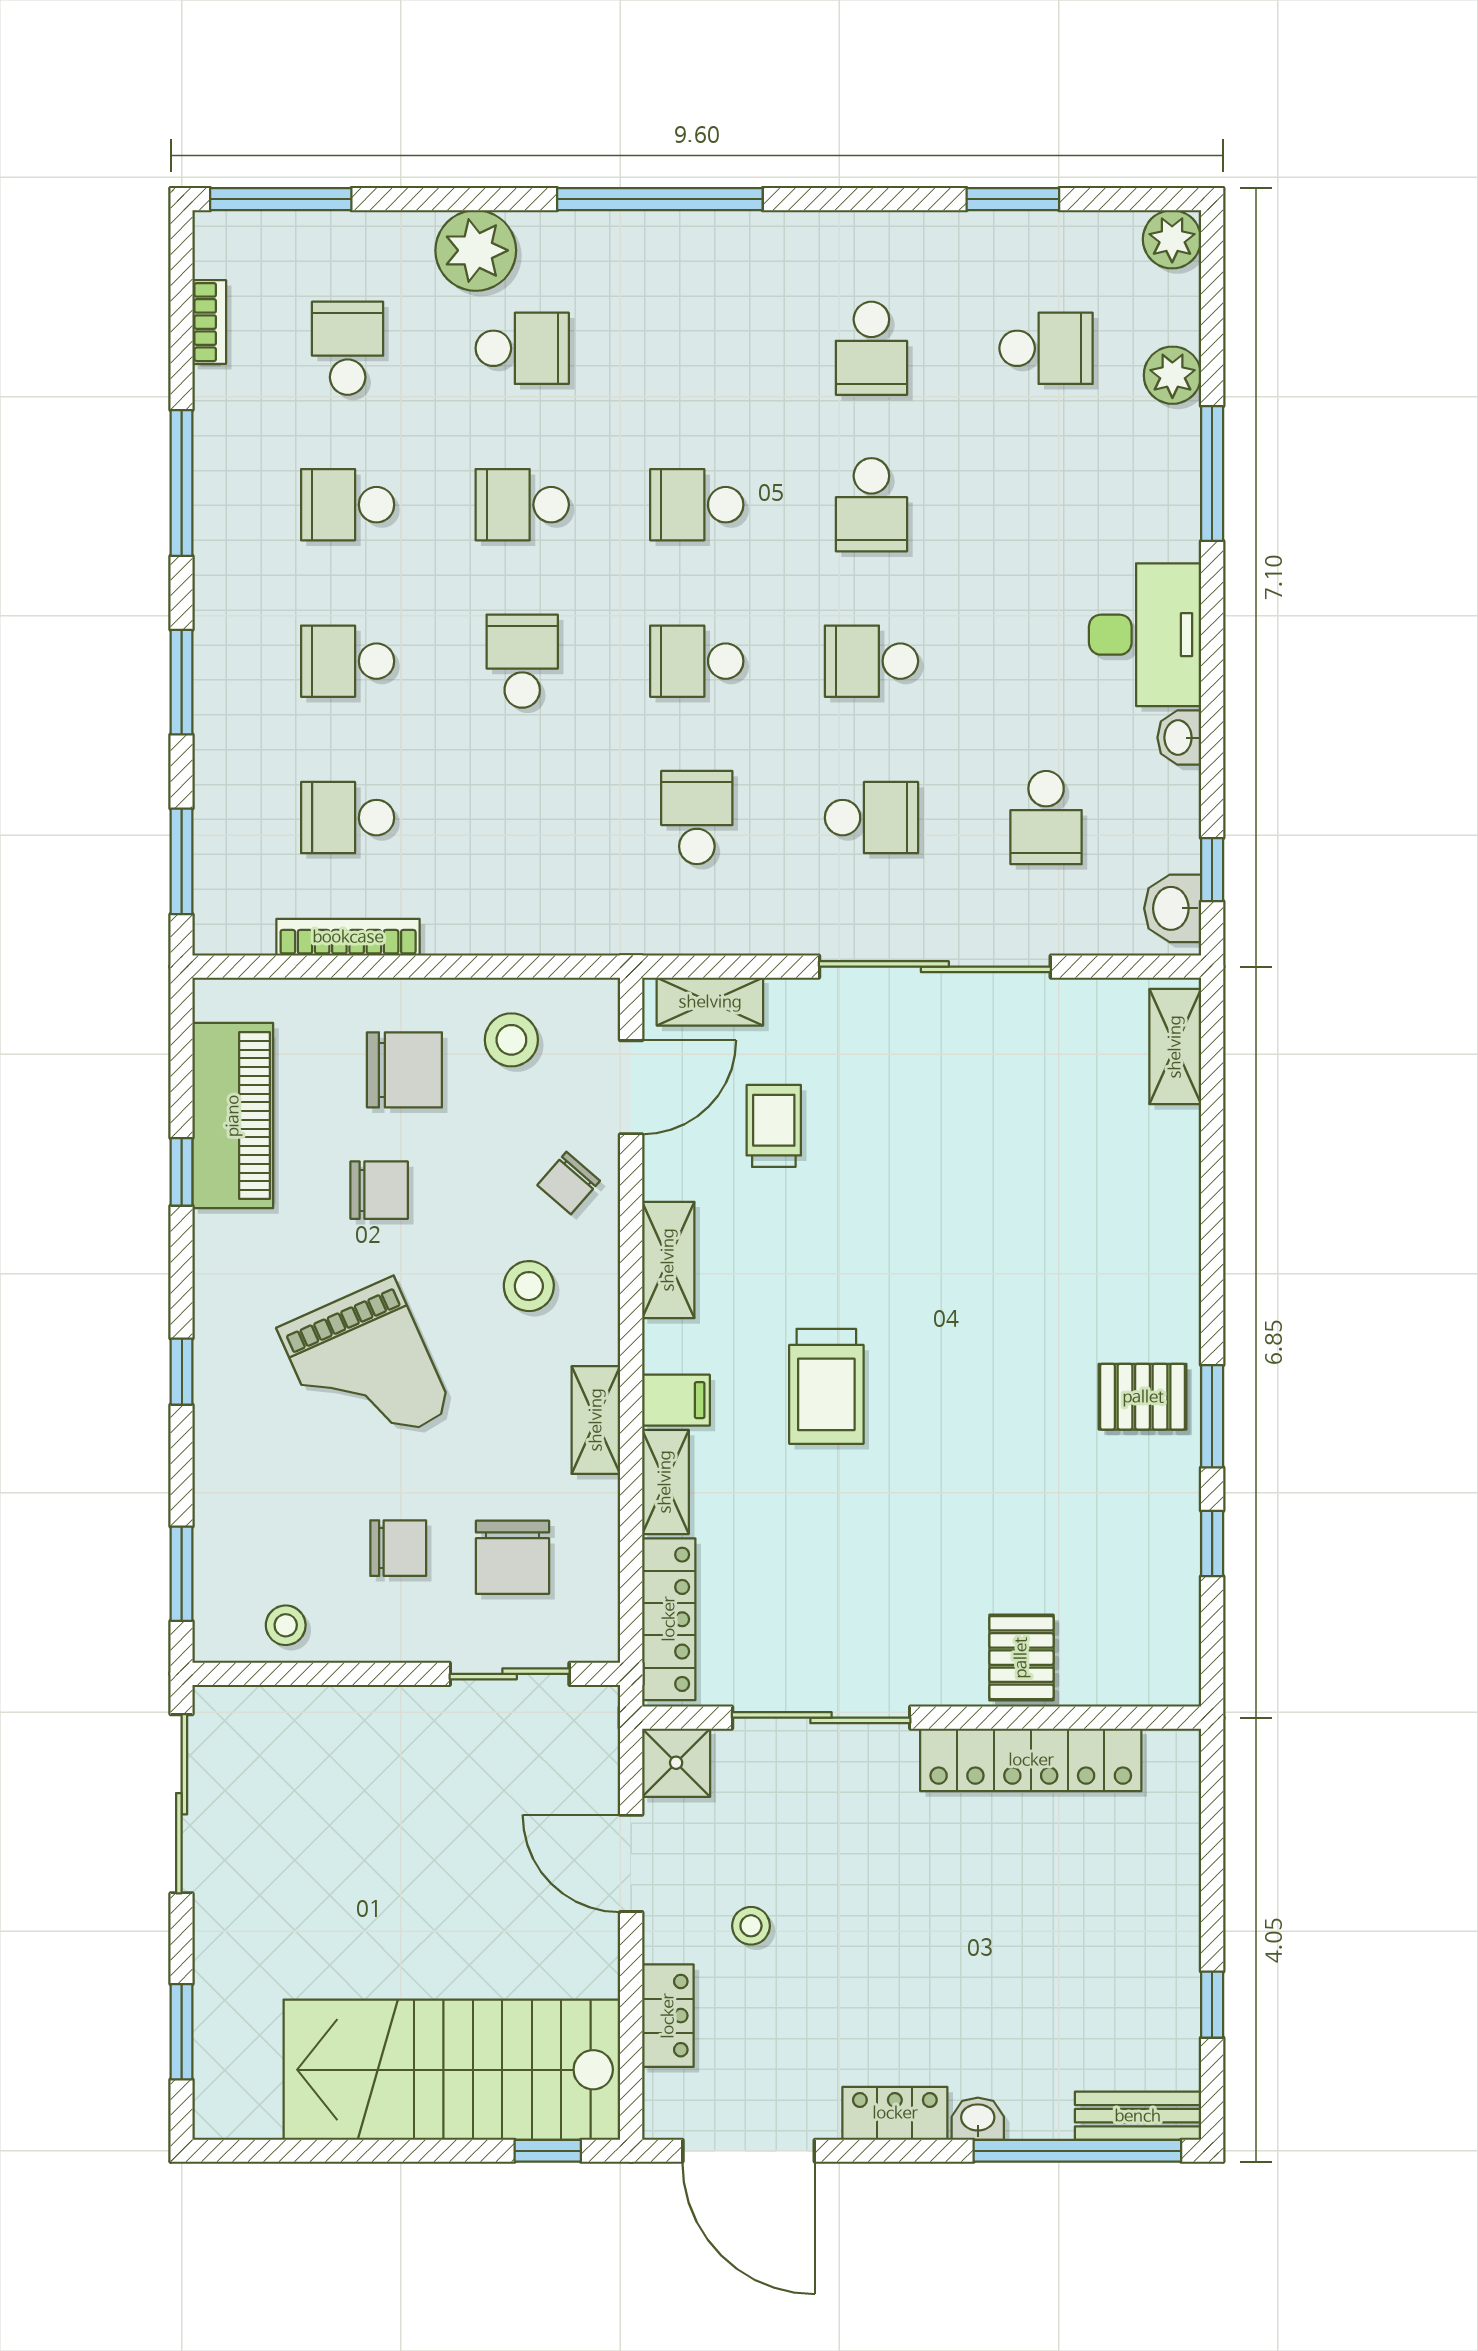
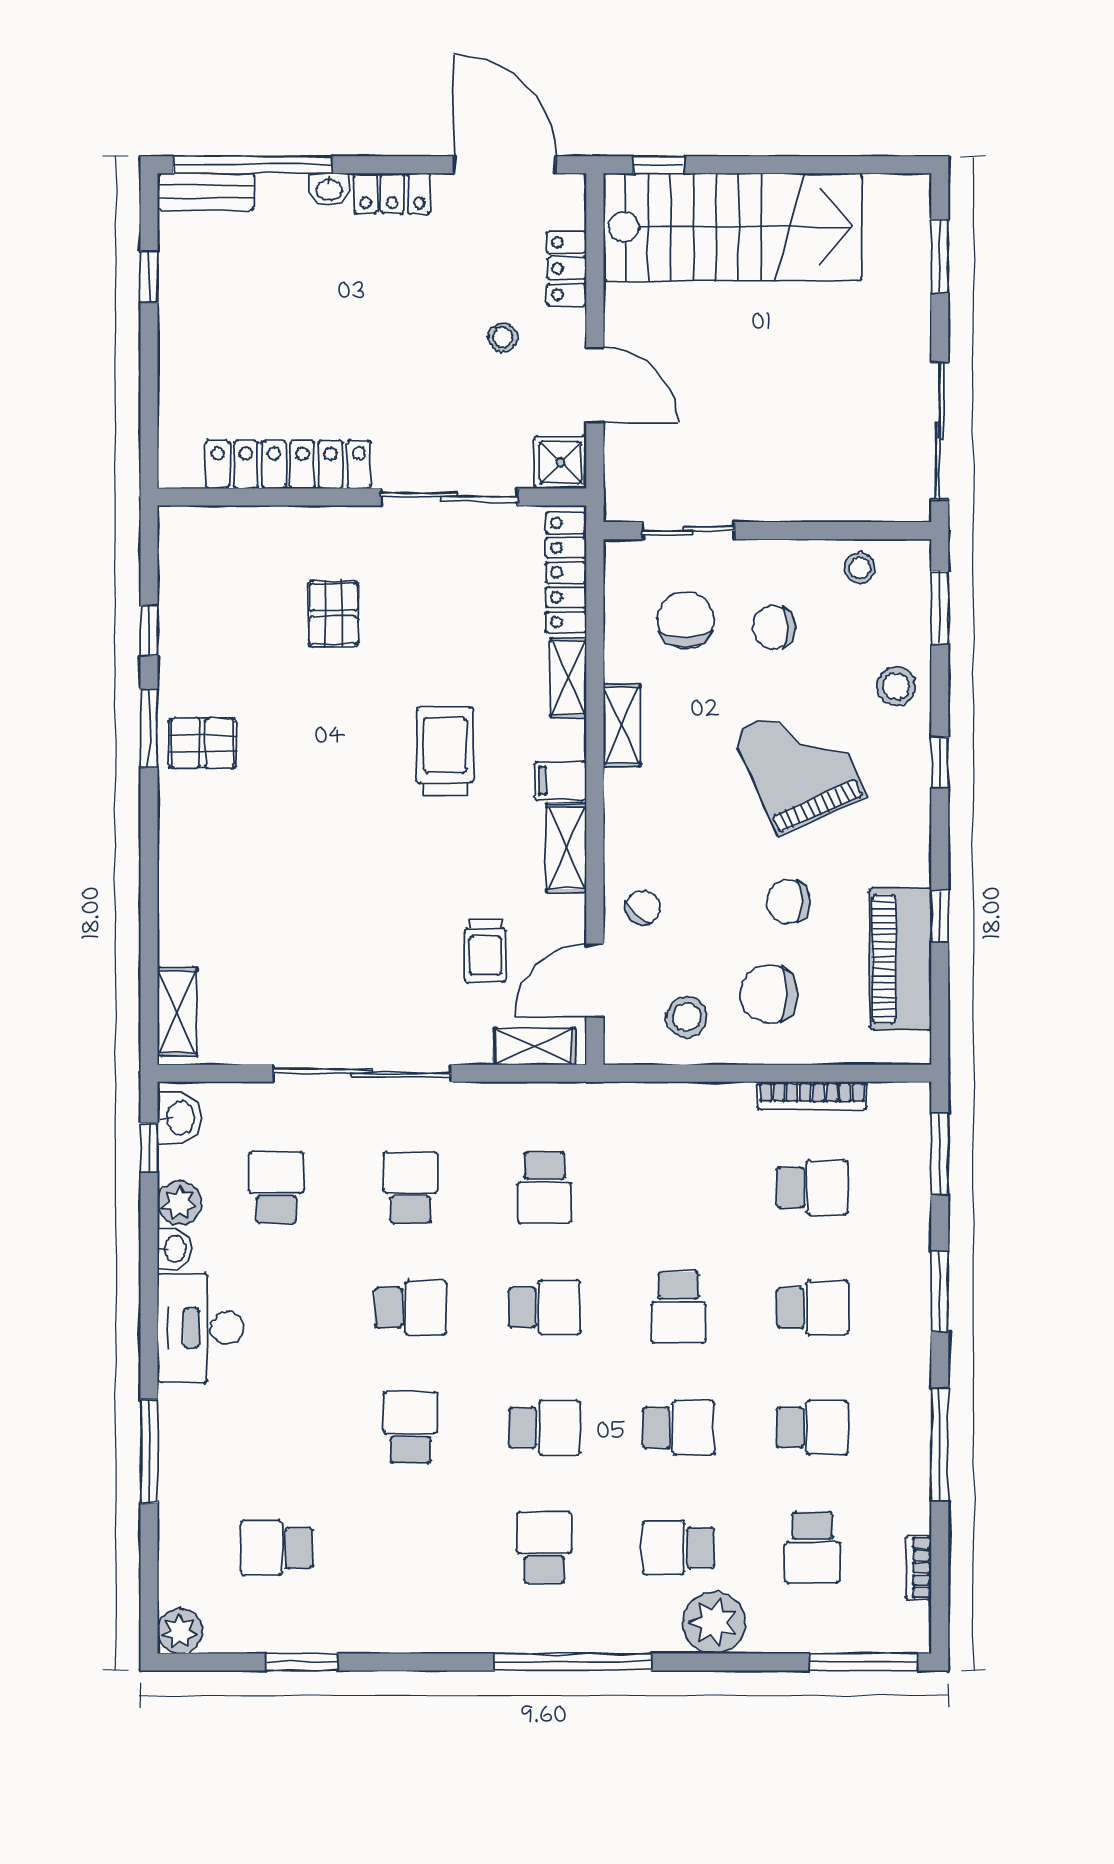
school desk: (871, 348) -> (544, 1548), moved
plant: (1172, 375) -> (179, 1203), moved
school desk: (871, 818) -> (410, 1188), turned 90
stool: (529, 1286) -> (896, 686), moved
filing cabinet: (676, 1400) -> (560, 781), moved
pallet: (1021, 1658) -> (333, 614), moved

